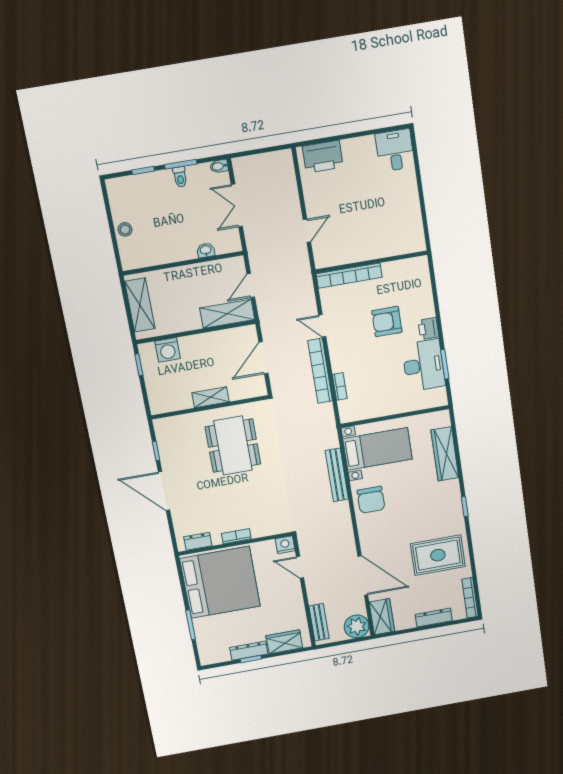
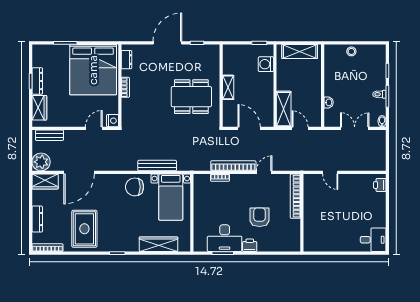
printer: (323, 157) -> (380, 185), width x0.53, depth x0.68

